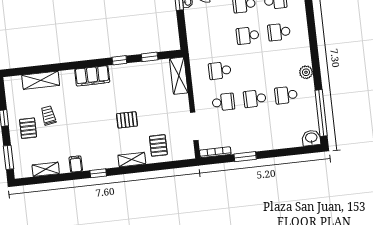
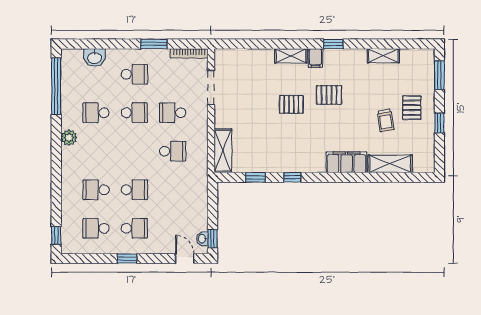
school desk: (279, 32) -> (96, 190), turned 180
filing cabinet: (92, 76) -> (346, 162), moved
school desk: (286, 95) -> (96, 113), turned 180
school desk: (258, 130) -> (134, 74), added
washbasin: (311, 138) -> (95, 58), moved
pallet: (158, 145) -> (329, 95), moved, turned 90
filing cabinet: (76, 164) -> (315, 58), moved
shelving: (46, 169) -> (383, 56), moved

